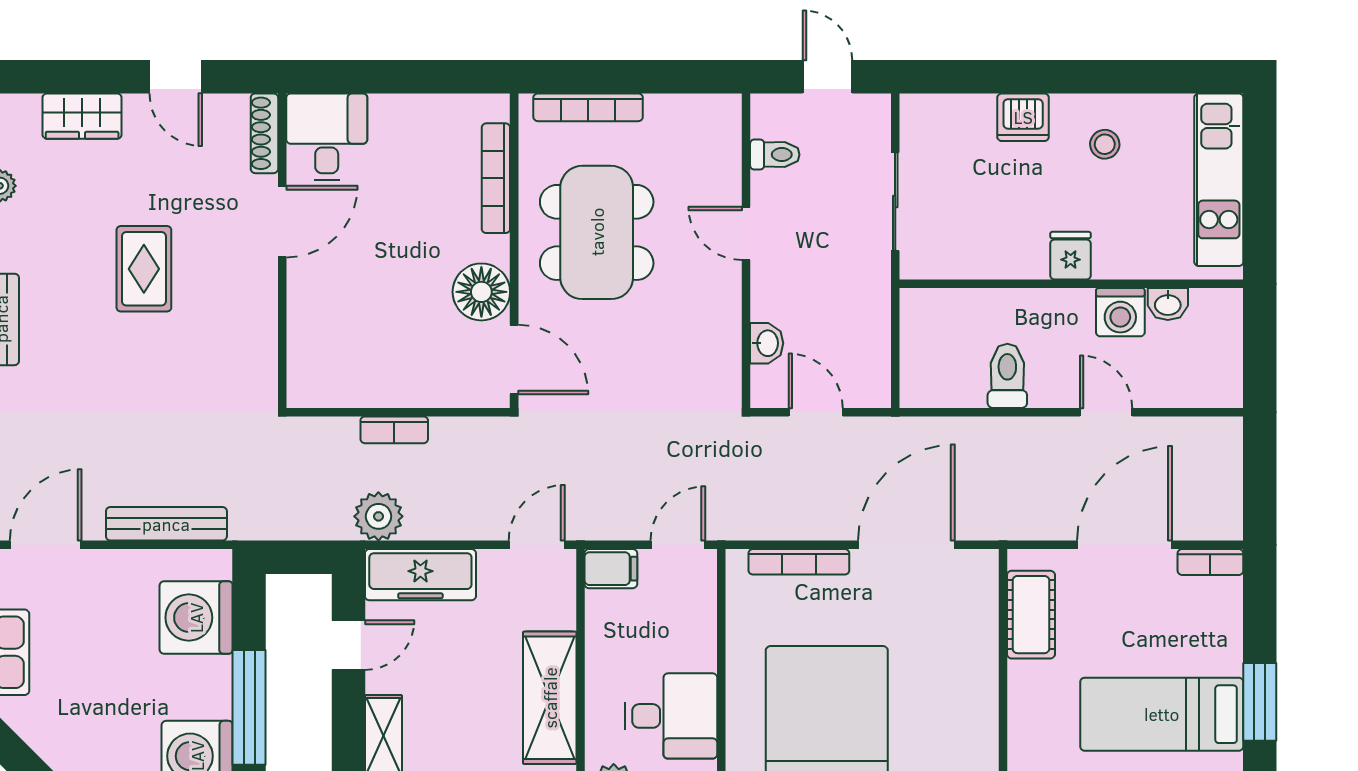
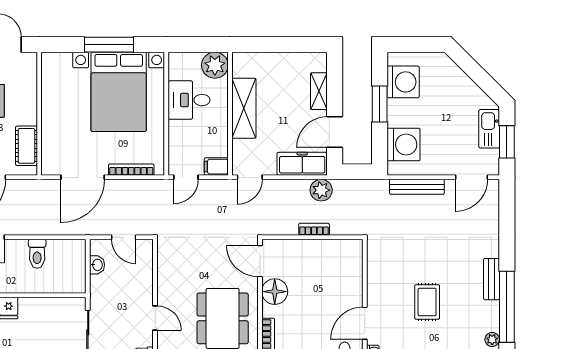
washbasin: (767, 343) -> (97, 265), moved, turned 180
door: (348, 645) -> (335, 132), width x1.38
window: (249, 707) -> (380, 104), width x0.69

